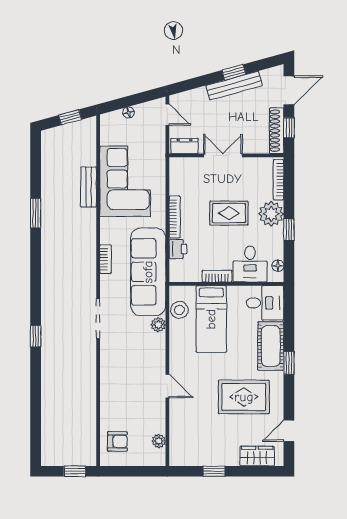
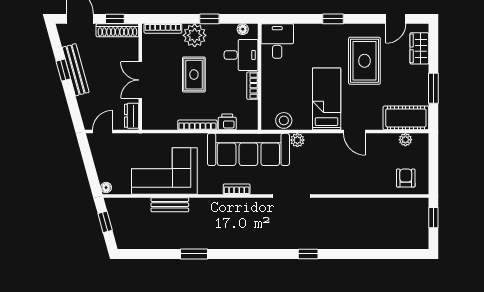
floor lamp: (129, 113) -> (106, 188), moved
bed: (211, 319) -> (327, 99), moved, turned -90
cot: (271, 346) -> (406, 118), moved
door: (167, 386) -> (354, 132), swing flipped
door: (289, 431) -> (396, 19), hinge flipped
window: (214, 471) -> (433, 88), width x1.50

